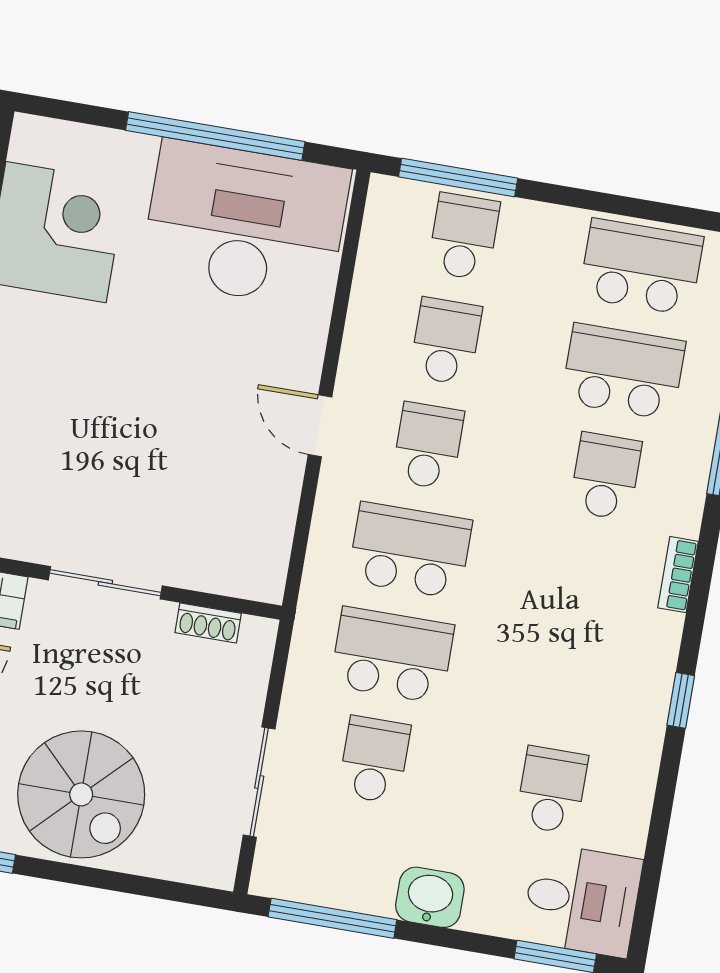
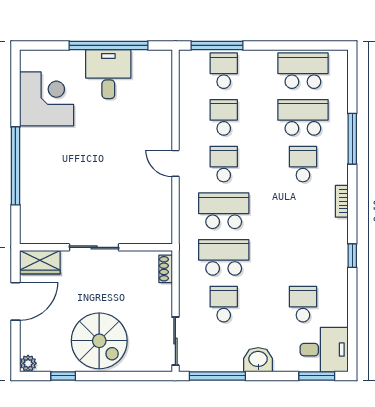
desk: (245, 224) -> (108, 74), width x0.53, depth x0.77
shoe rack: (208, 623) -> (166, 269), moved, turned 90
sliding door: (259, 782) -> (175, 341), moved

